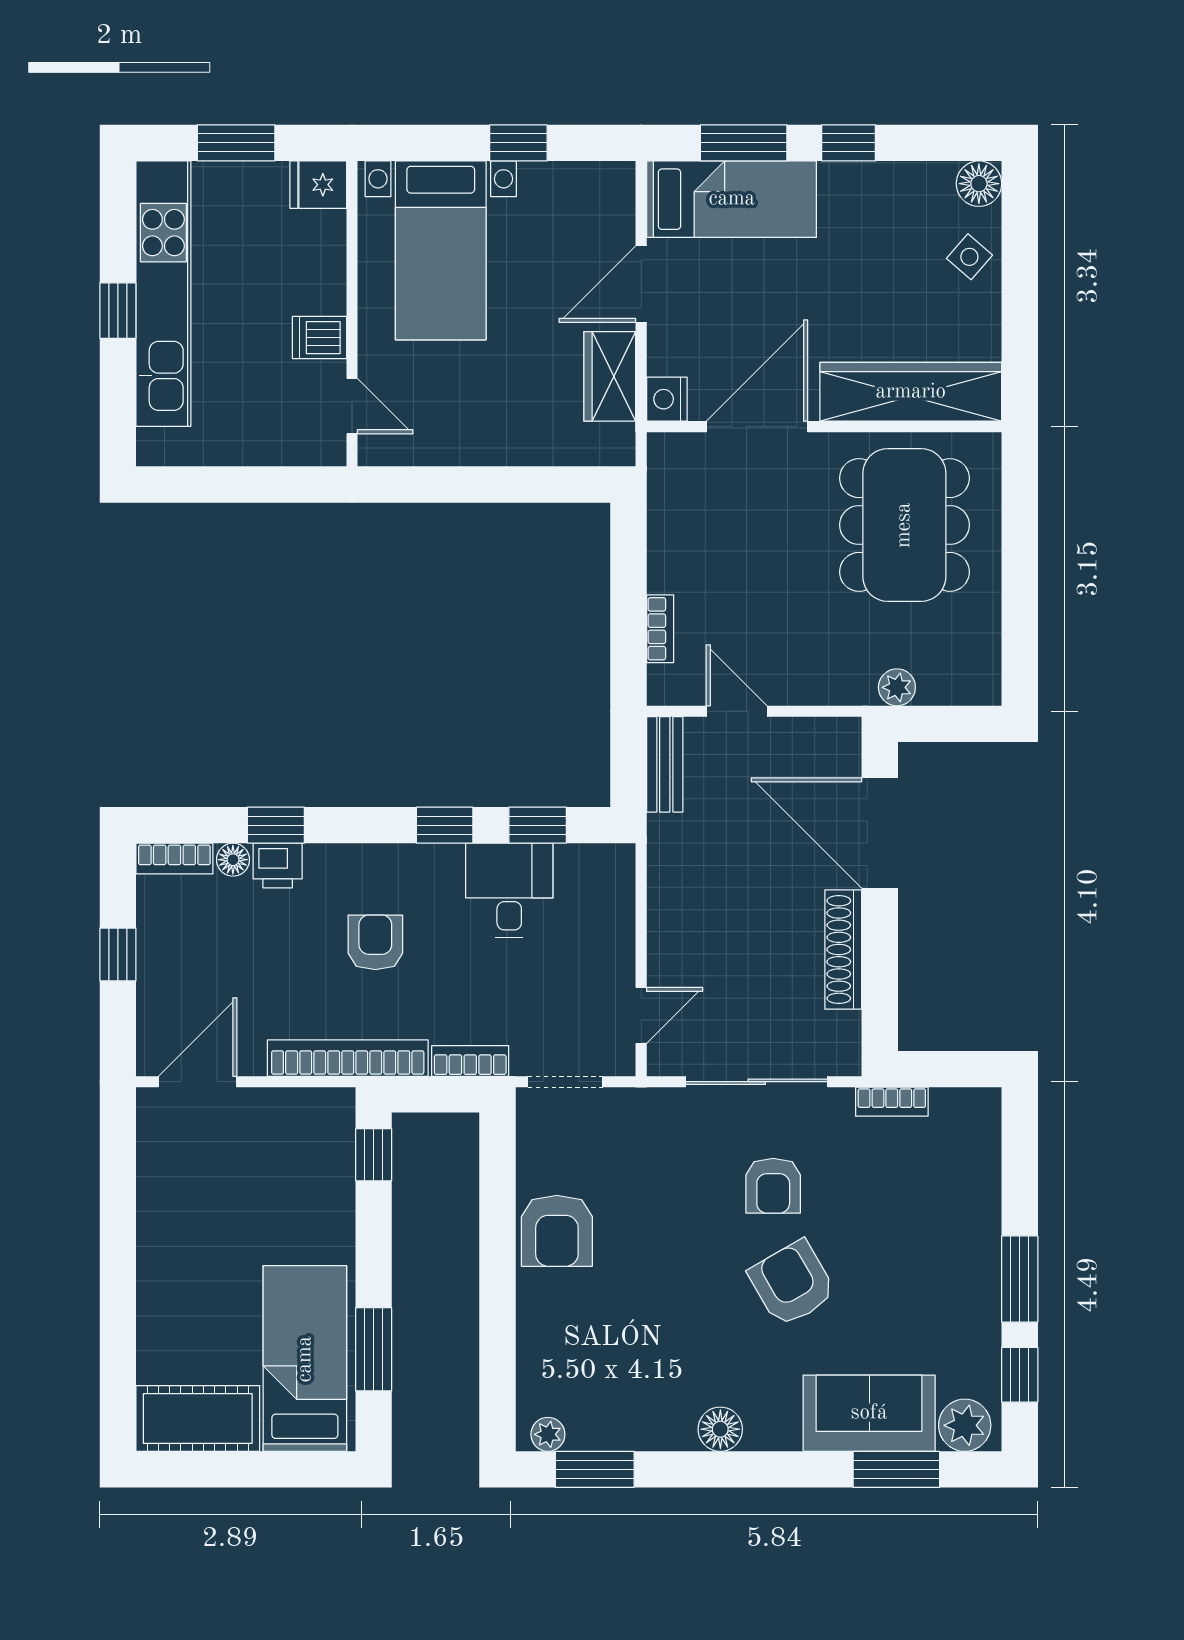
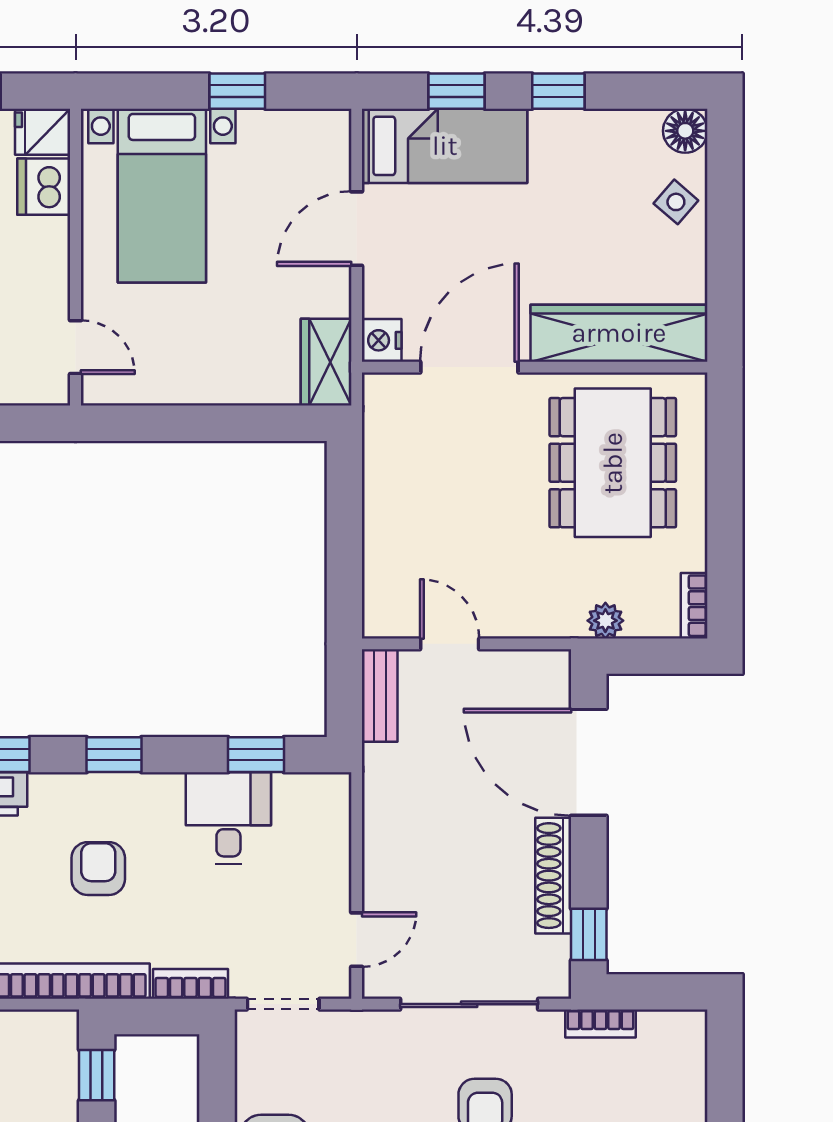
window: (744, 143) -> (456, 91), width x0.67
dishwasher: (319, 338) -> (44, 187), moved, width x1.38
wardrobe: (610, 376) -> (326, 362), moved
bookcase: (660, 629) -> (694, 606), moved, turned 180
window: (445, 825) -> (114, 755), moved
window: (880, 1010) -> (589, 934), added

